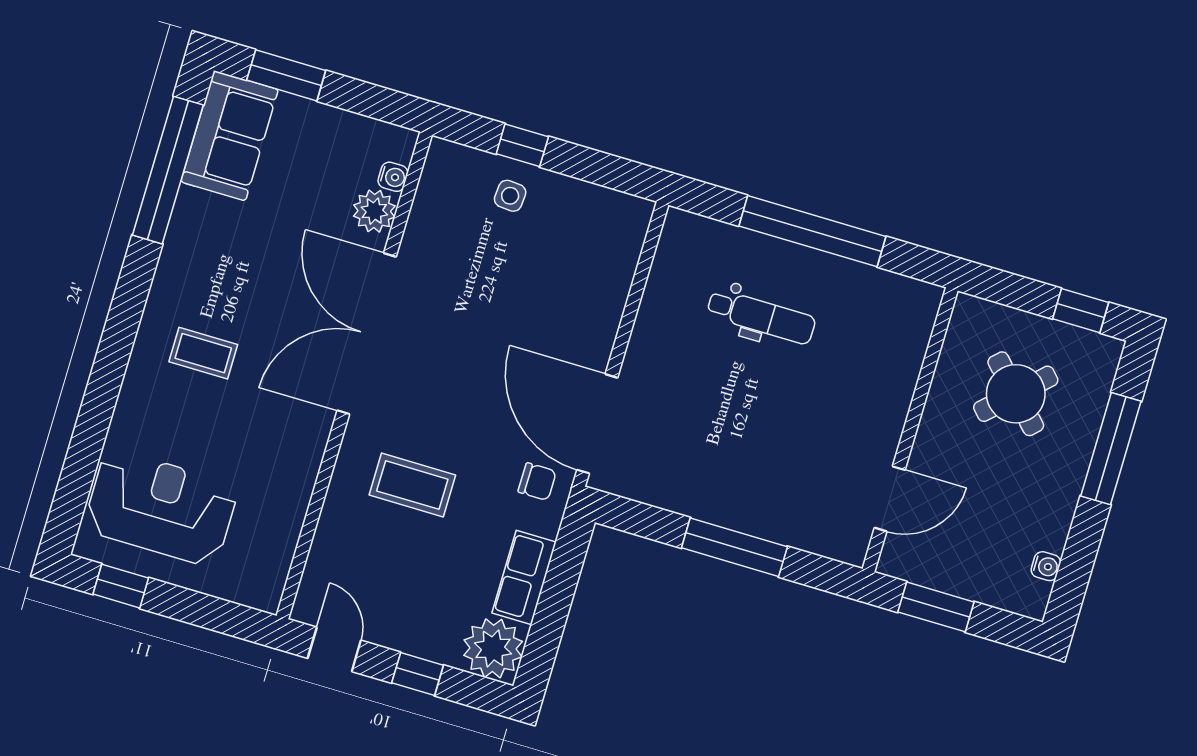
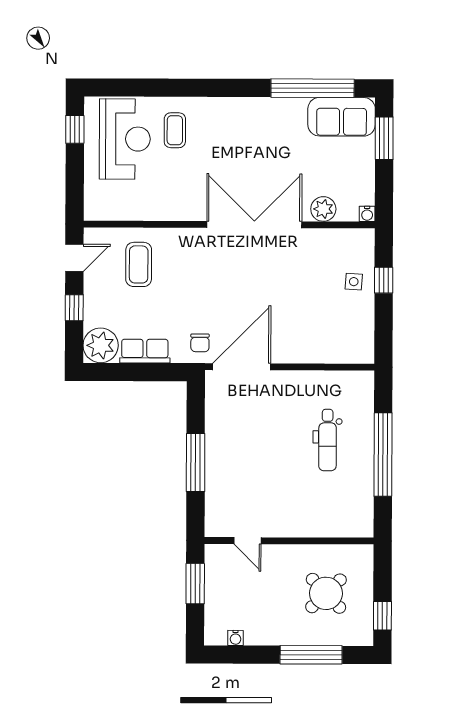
water cooler: (393, 177) -> (367, 214), moved
coffee table: (203, 353) -> (175, 130), moved
coffee table: (412, 485) -> (139, 264), moved
door: (890, 499) -> (247, 541), width x0.73

